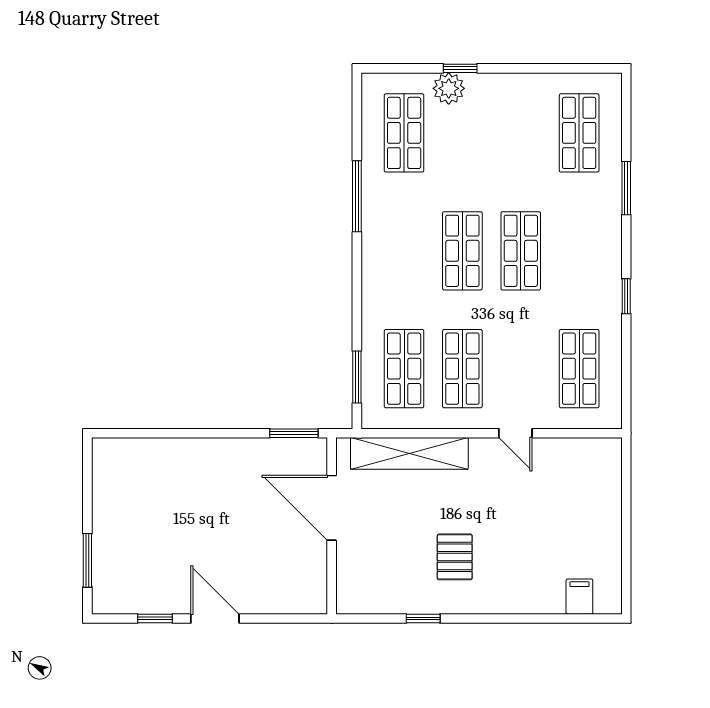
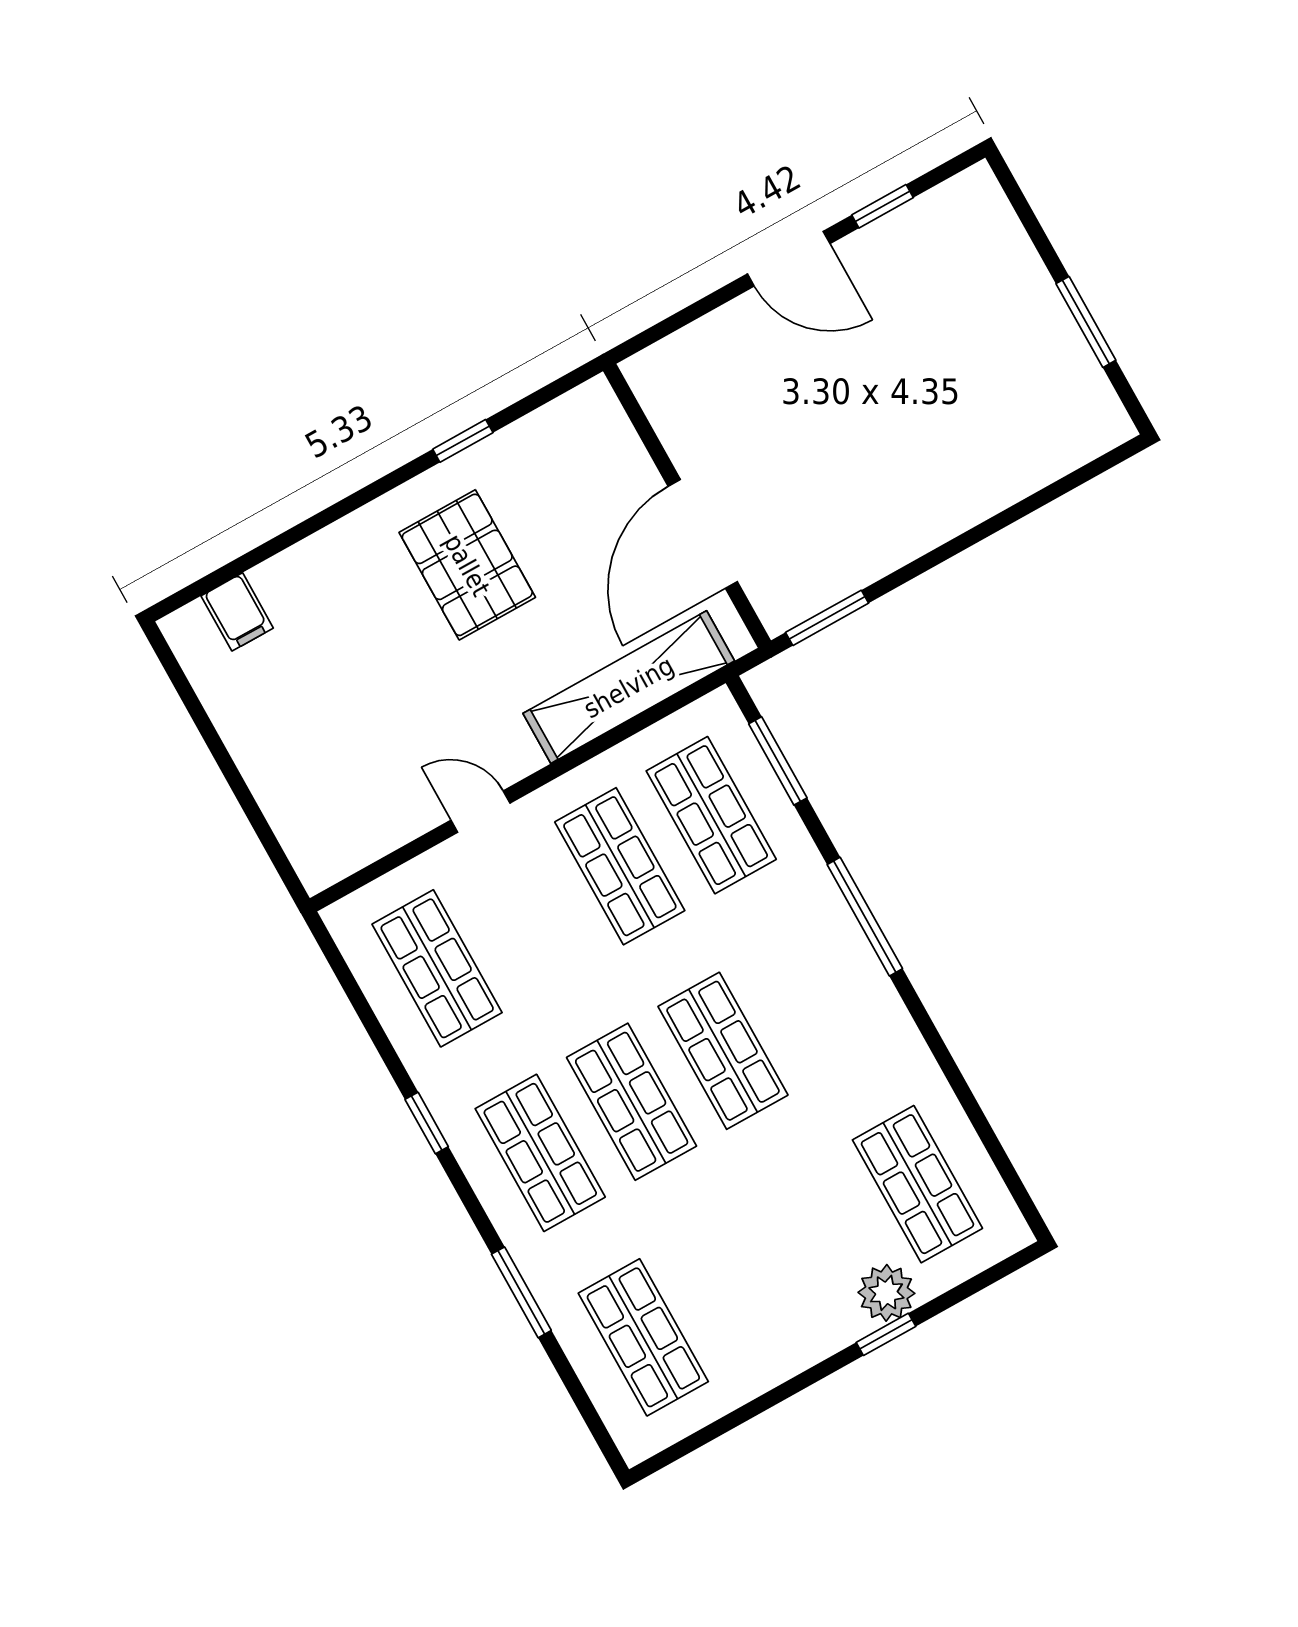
window: (357, 196) -> (865, 917), moved
shop shelf: (579, 251) -> (540, 1153), added
door: (332, 508) -> (703, 534), swing flipped
pallet: (455, 557) -> (467, 565), width x1.50, depth x1.42
window: (87, 560) -> (1086, 322), moved

